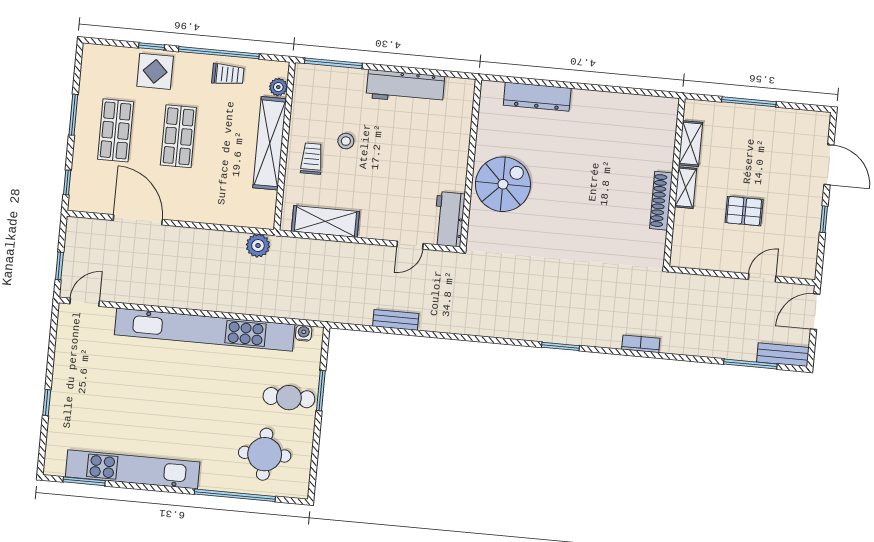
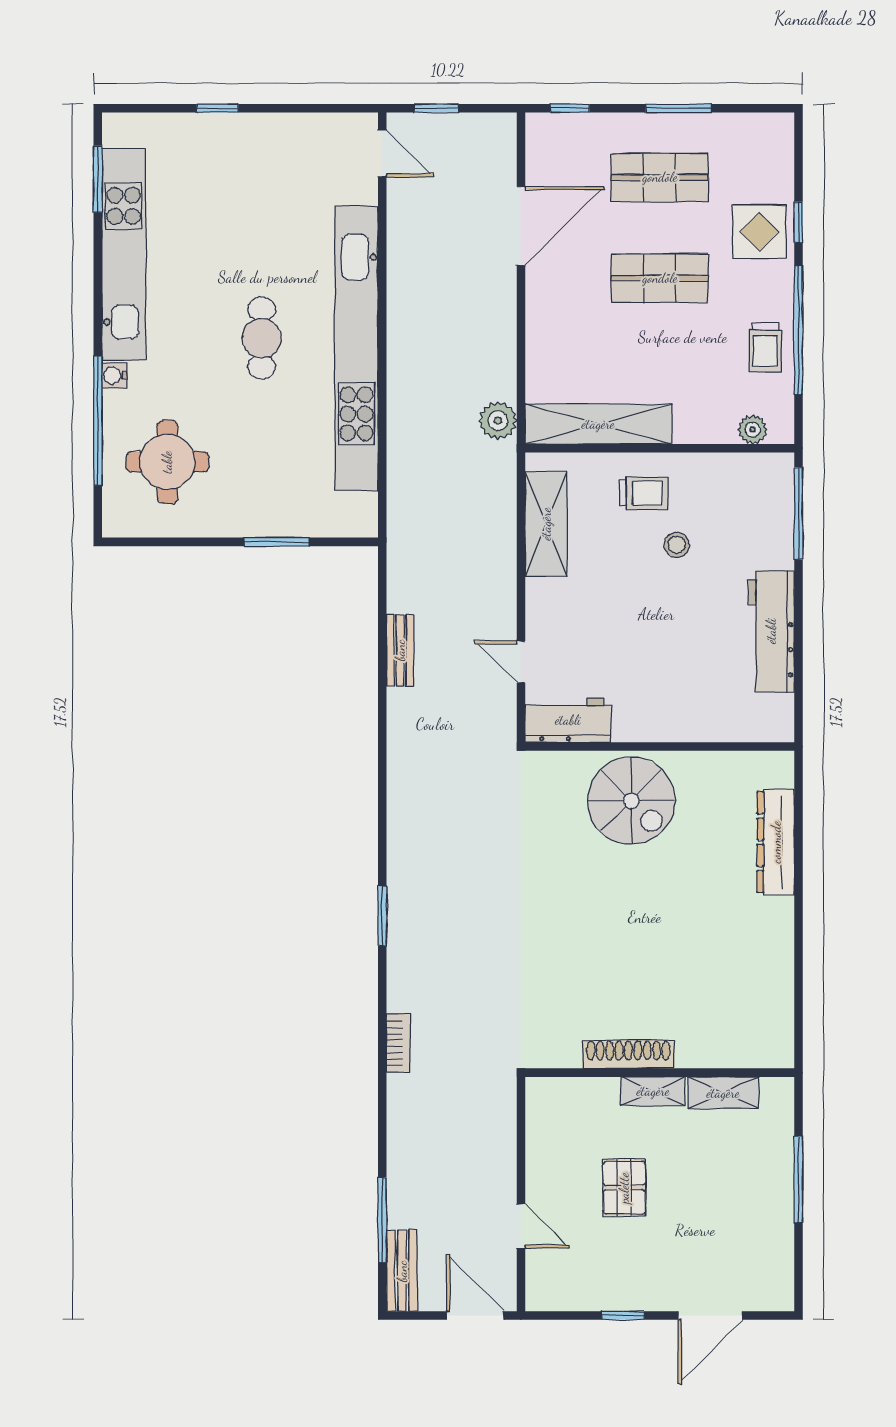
shelving: (270, 143) -> (598, 424), moved
water cooler: (304, 333) -> (114, 376), moved, turned 180
cafe table: (289, 398) -> (262, 338), moved

